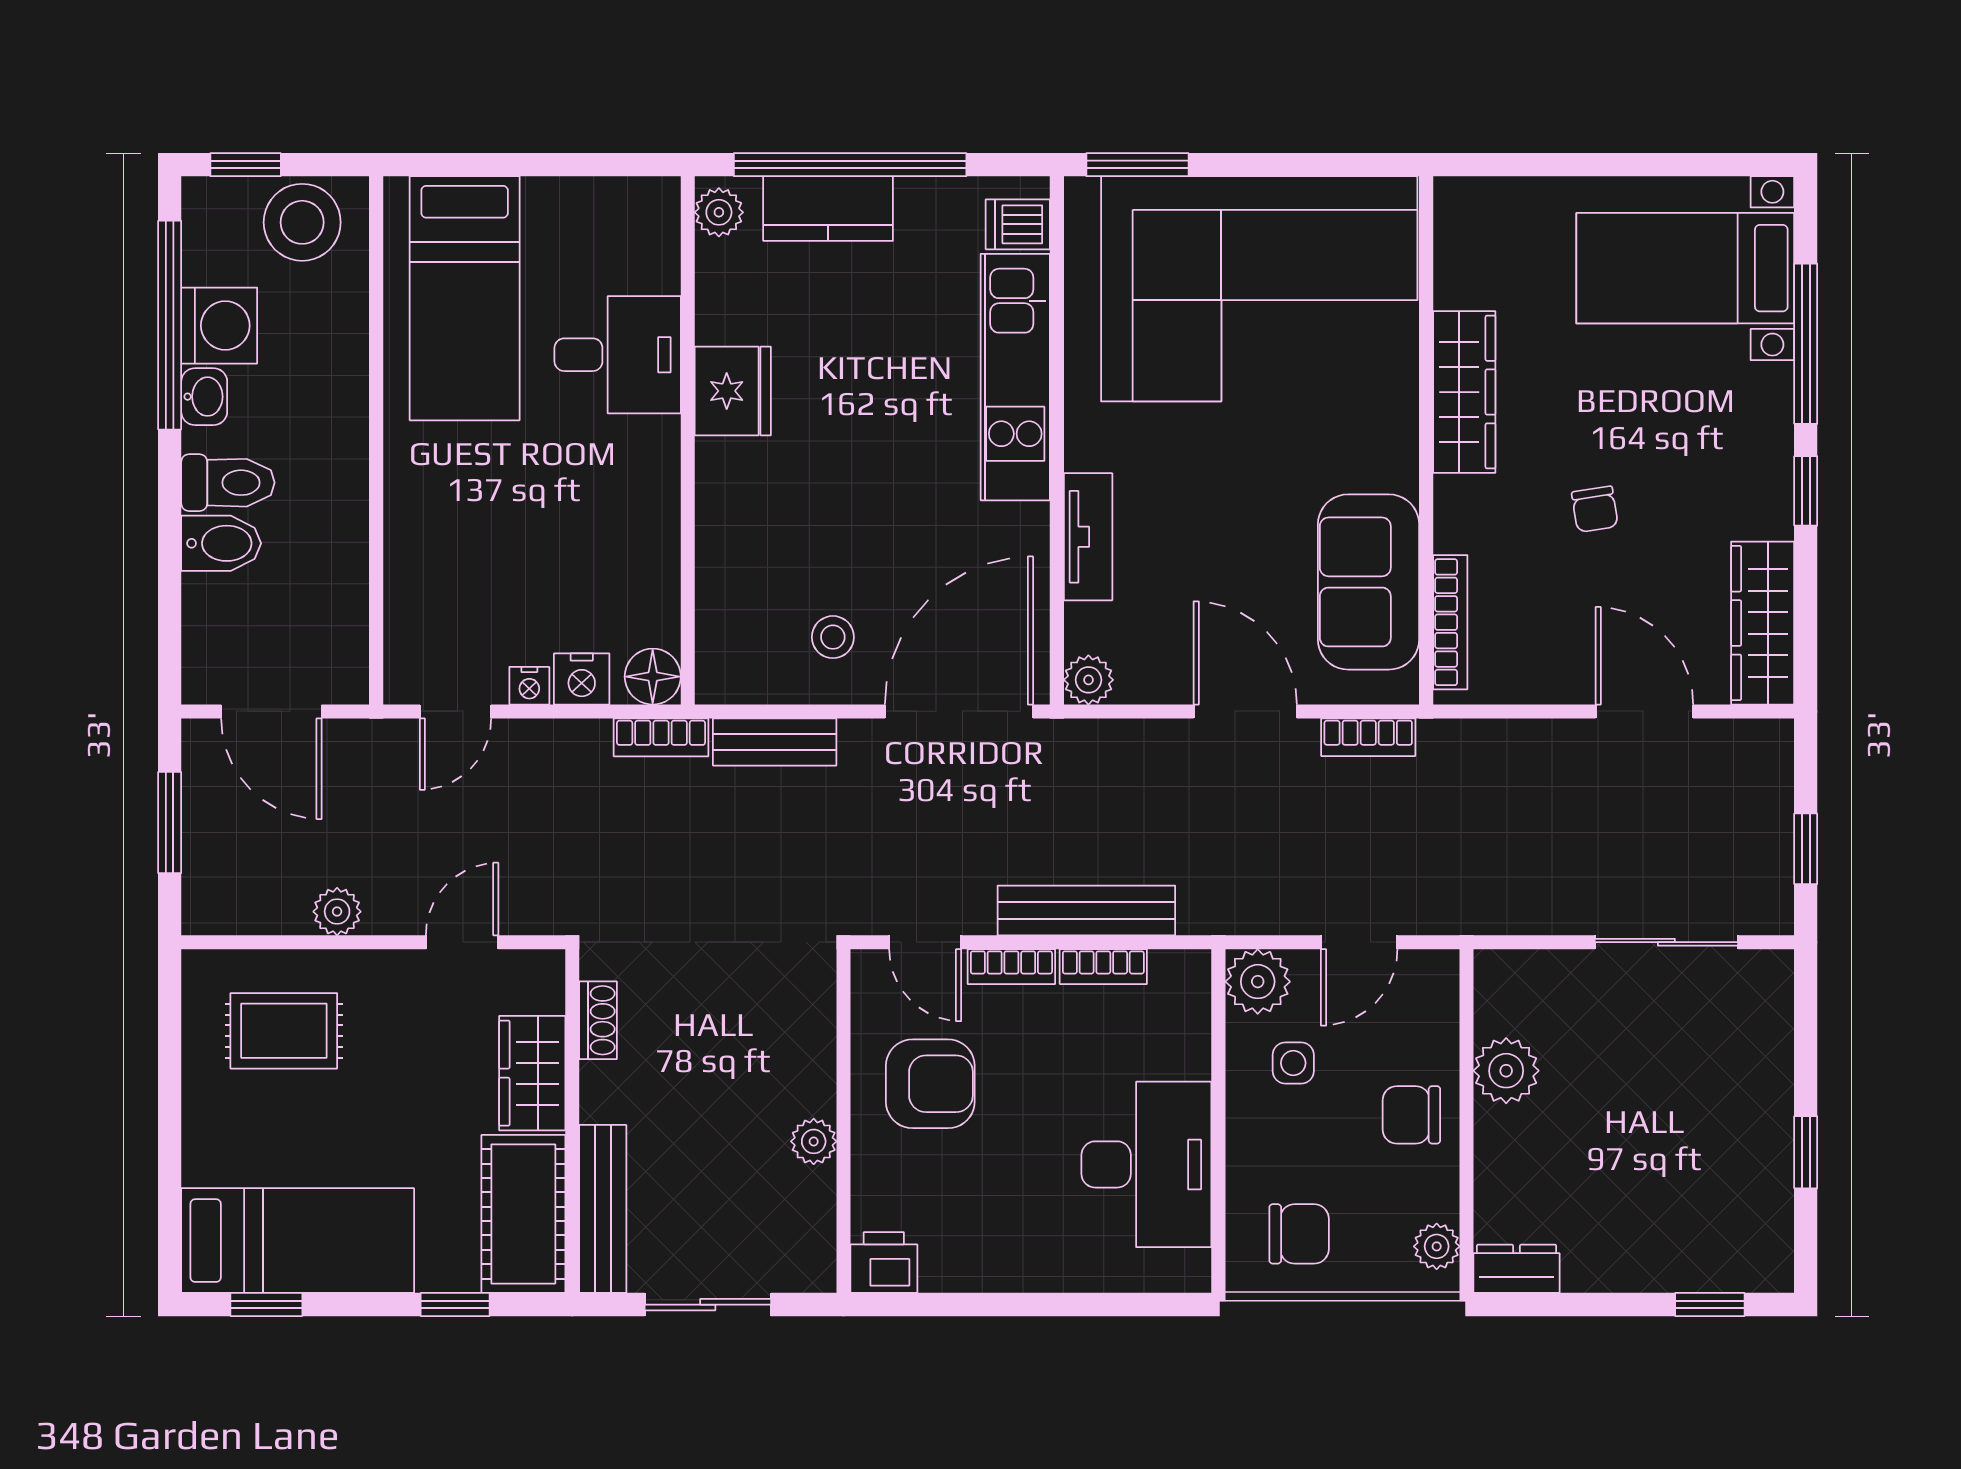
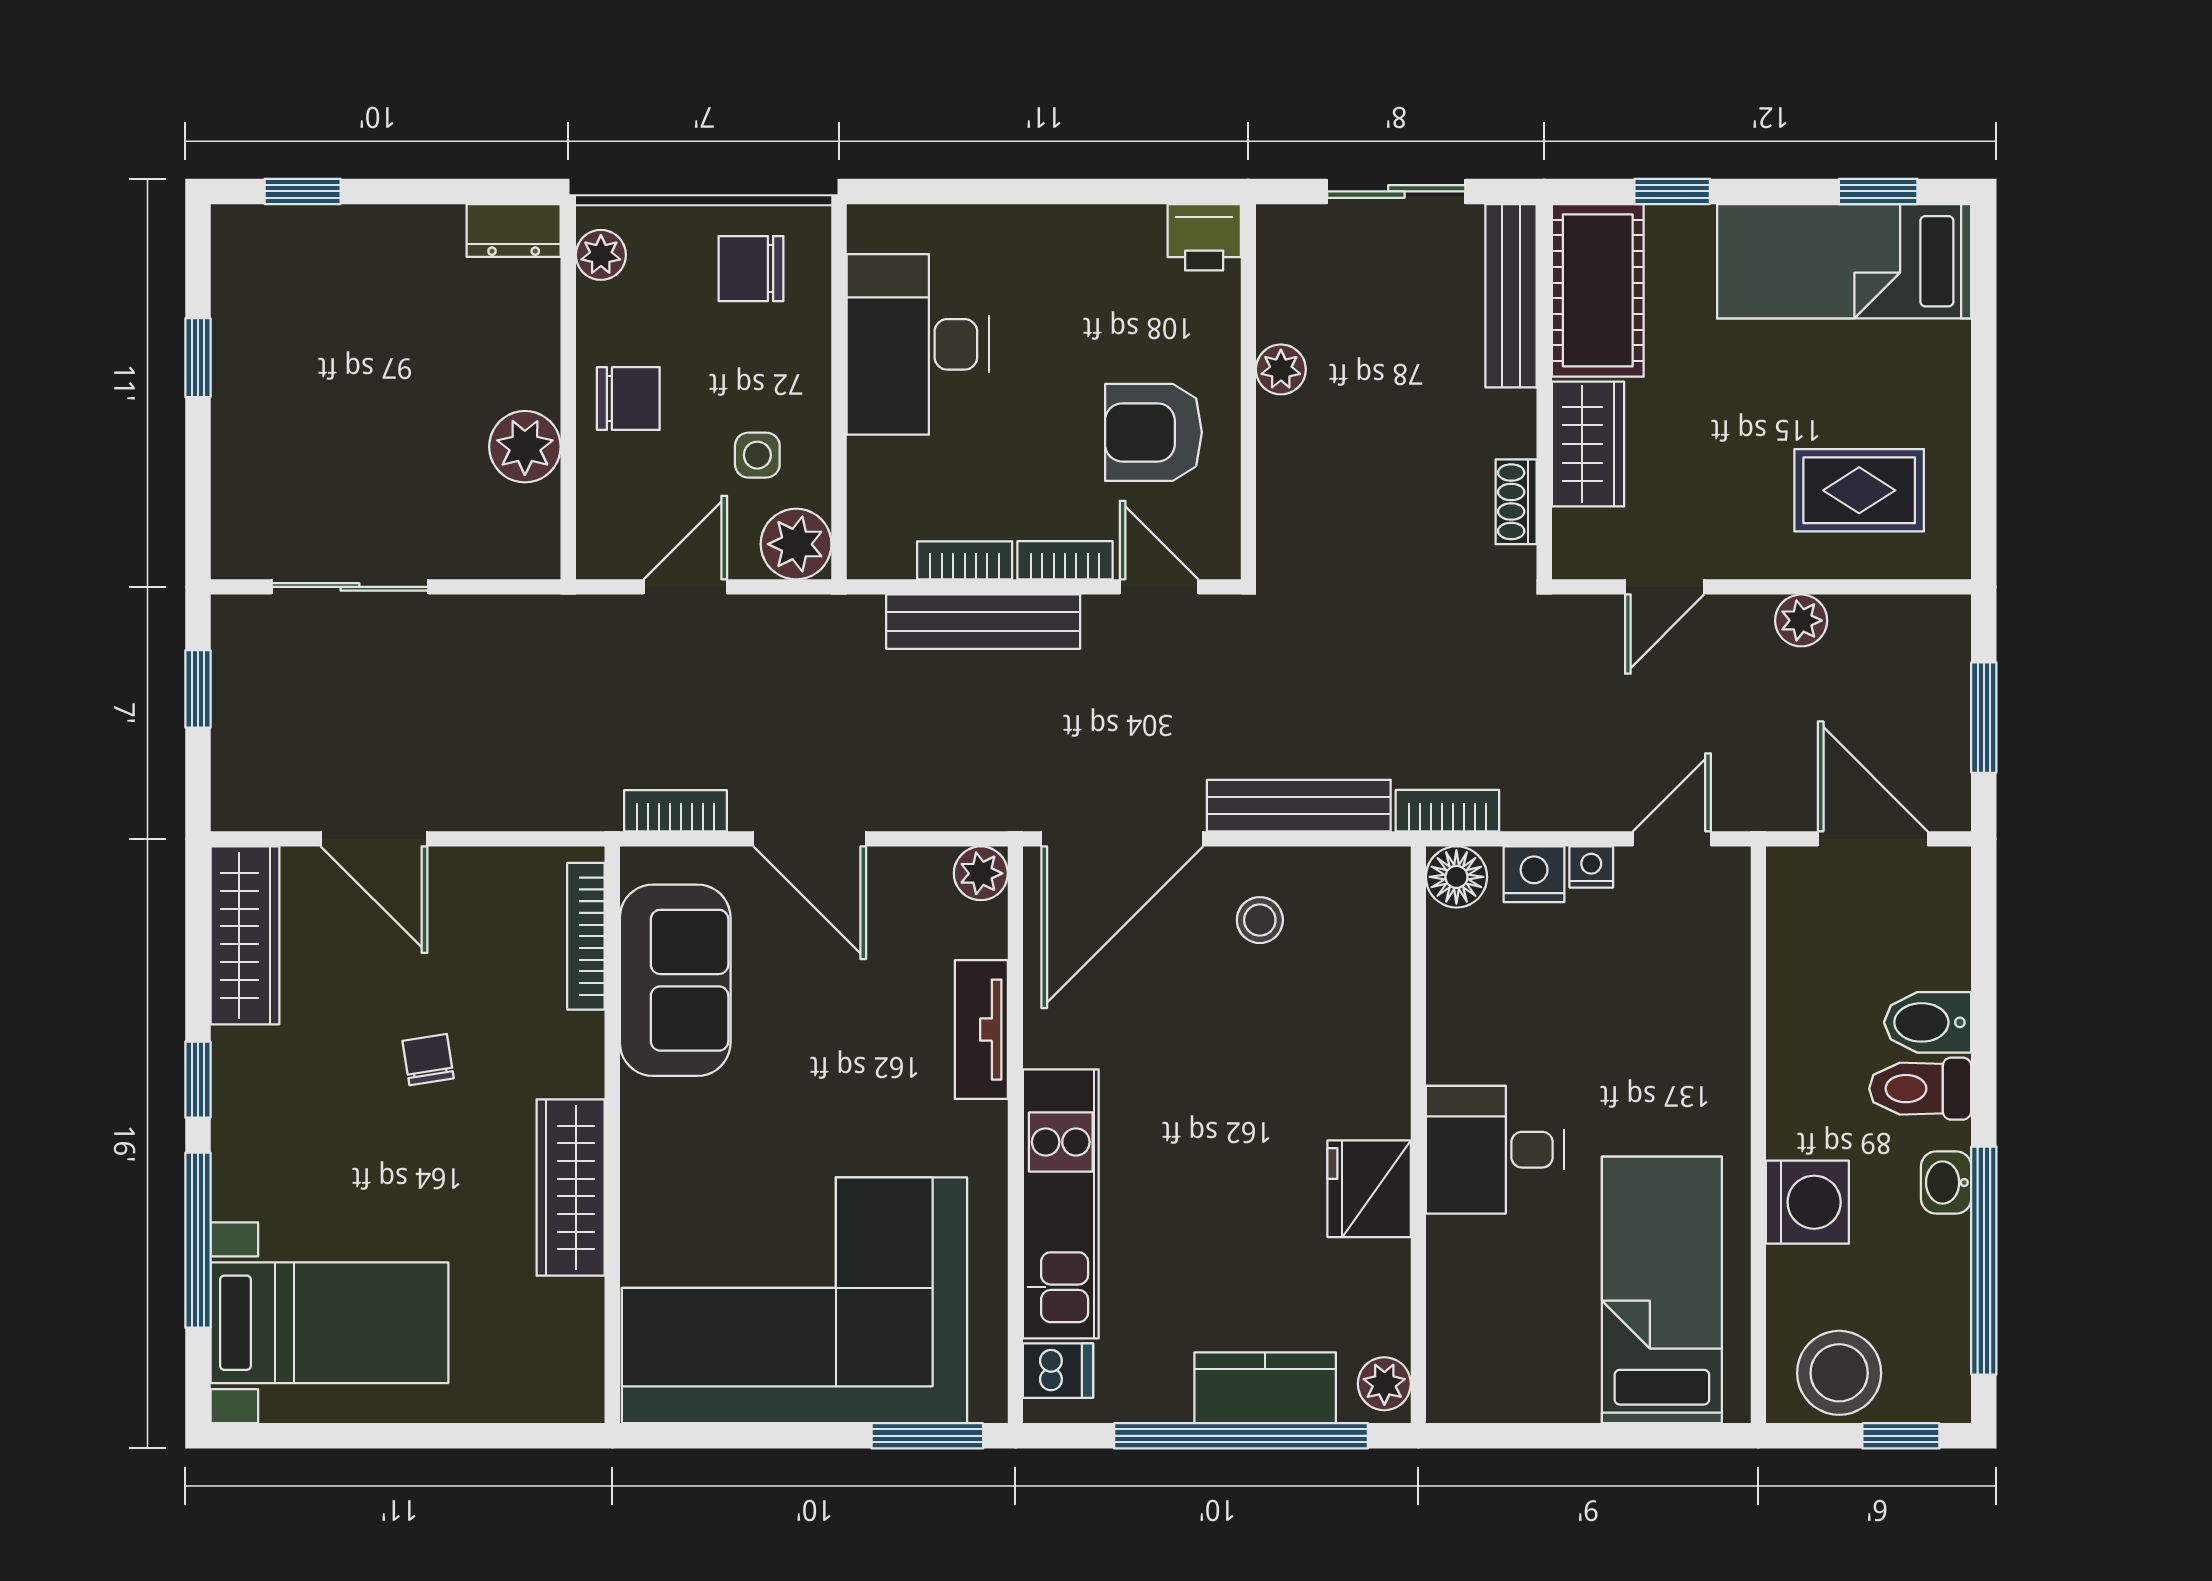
washing machine: (219, 326) -> (1807, 1202), moved, turned 180
desk: (618, 355) -> (1495, 1150), moved
bench: (775, 742) -> (1299, 806), width x1.36

